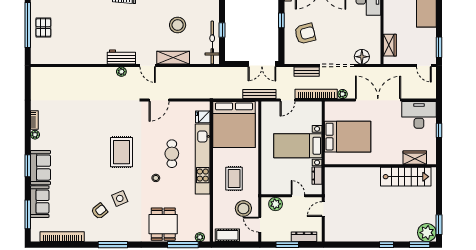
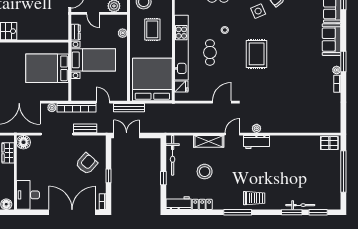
pallet: (43, 28) -> (329, 143), moved, turned 90
window: (222, 30) -> (163, 178), moved
armchair: (305, 34) -> (87, 164), turned 145
floor lamp: (362, 57) -> (23, 142), moved
door: (148, 66) -> (232, 134), hinge flipped
door: (288, 100) -> (103, 102), hinge flipped
window: (28, 166) -> (343, 62), moved
plant: (266, 175) -> (123, 33), added

